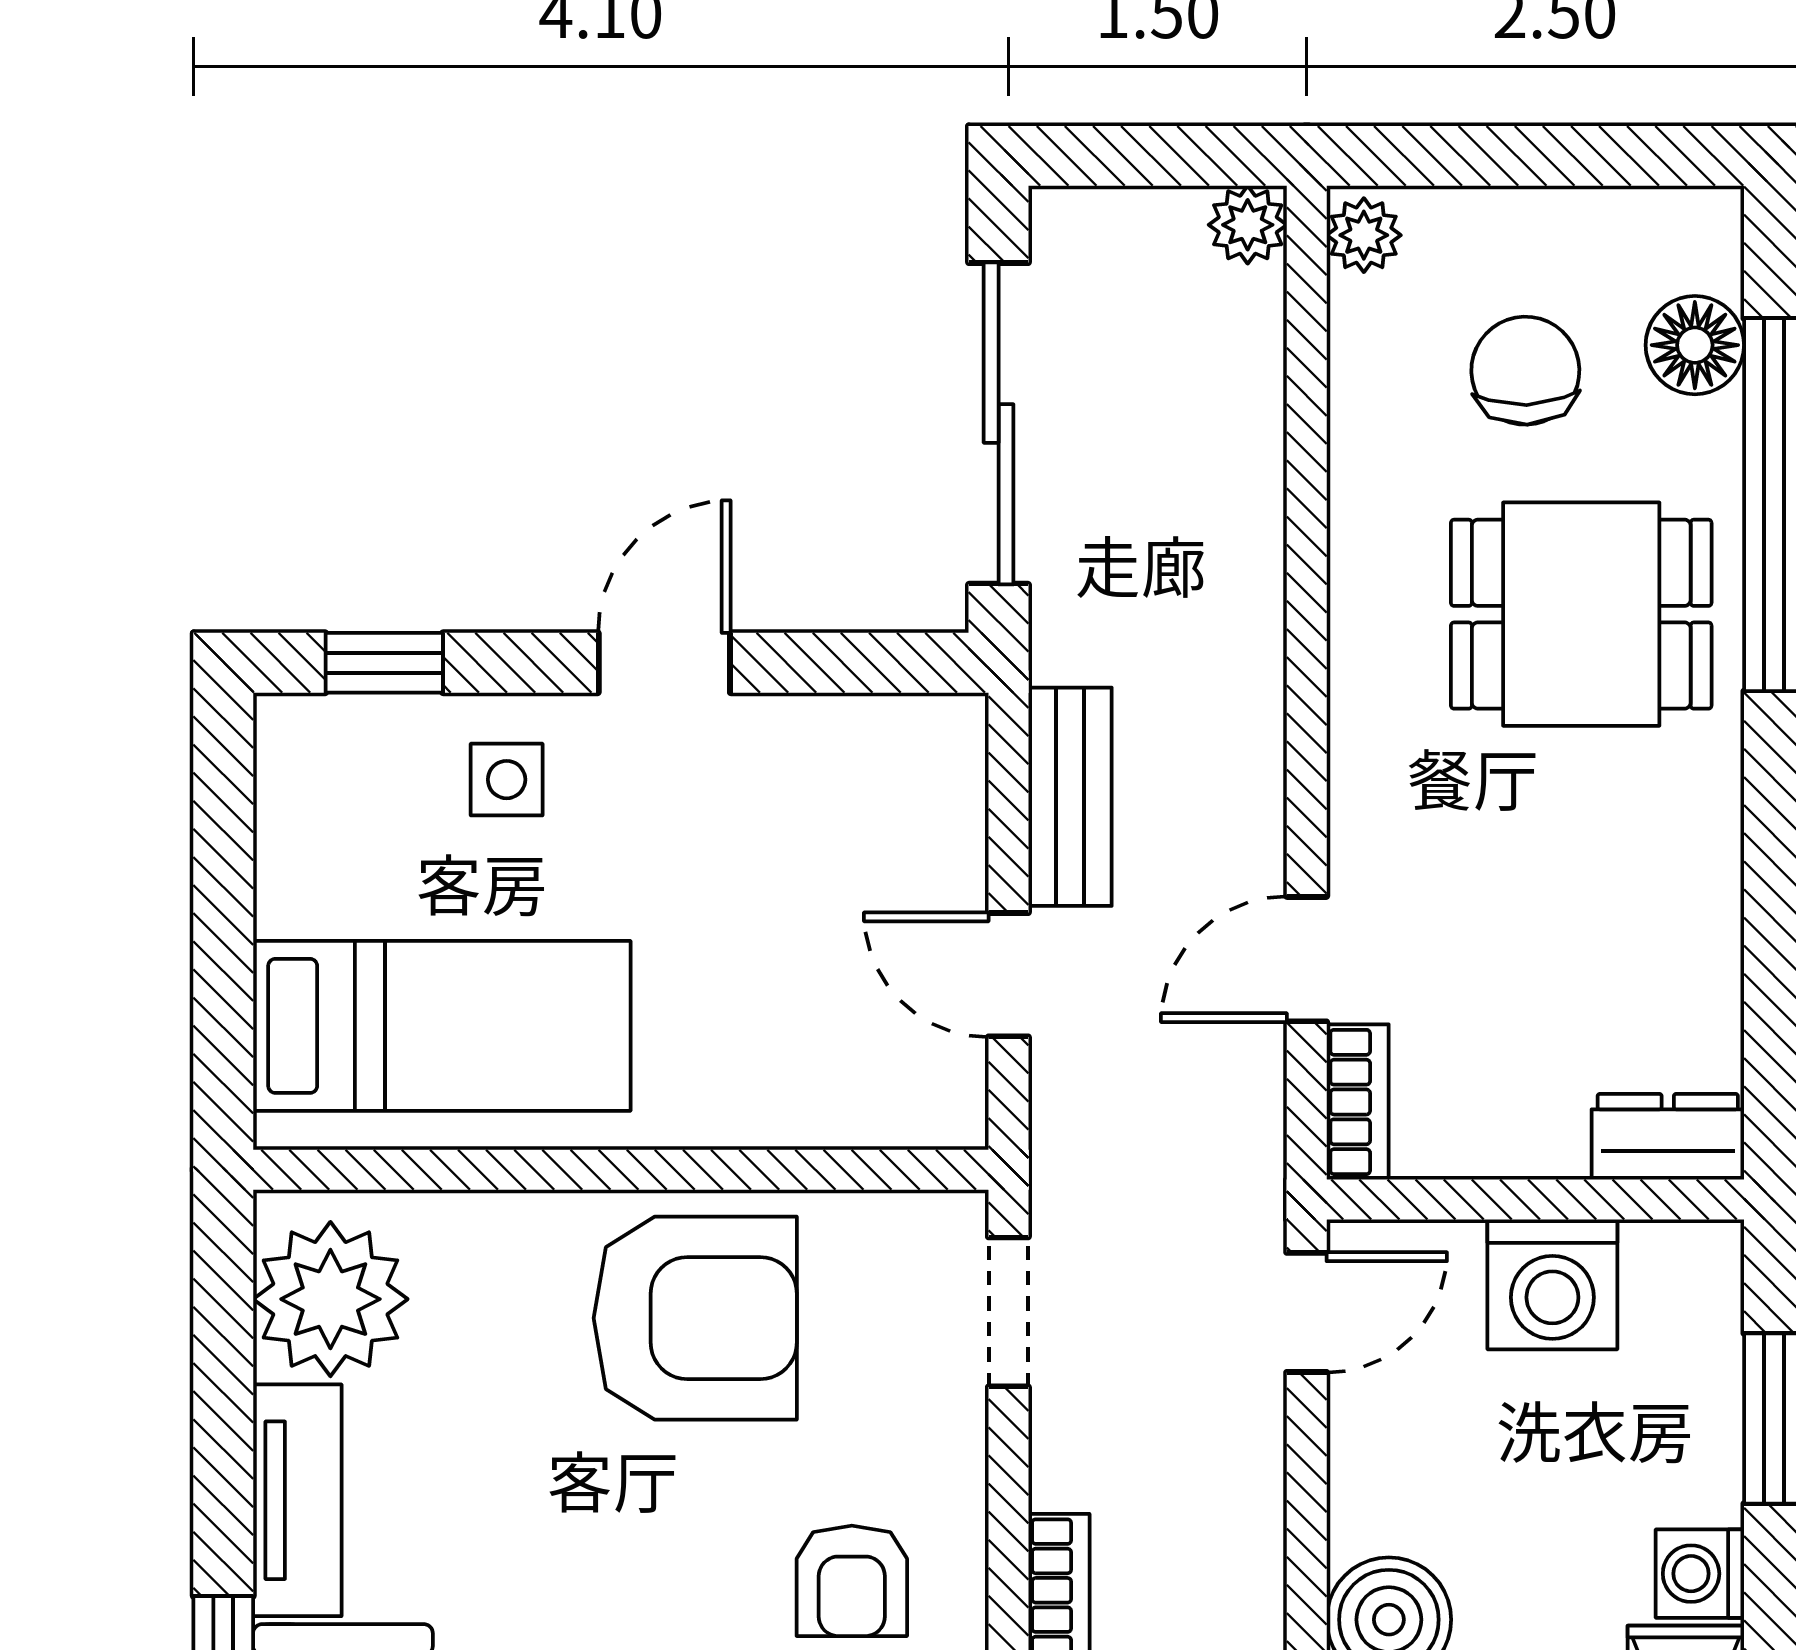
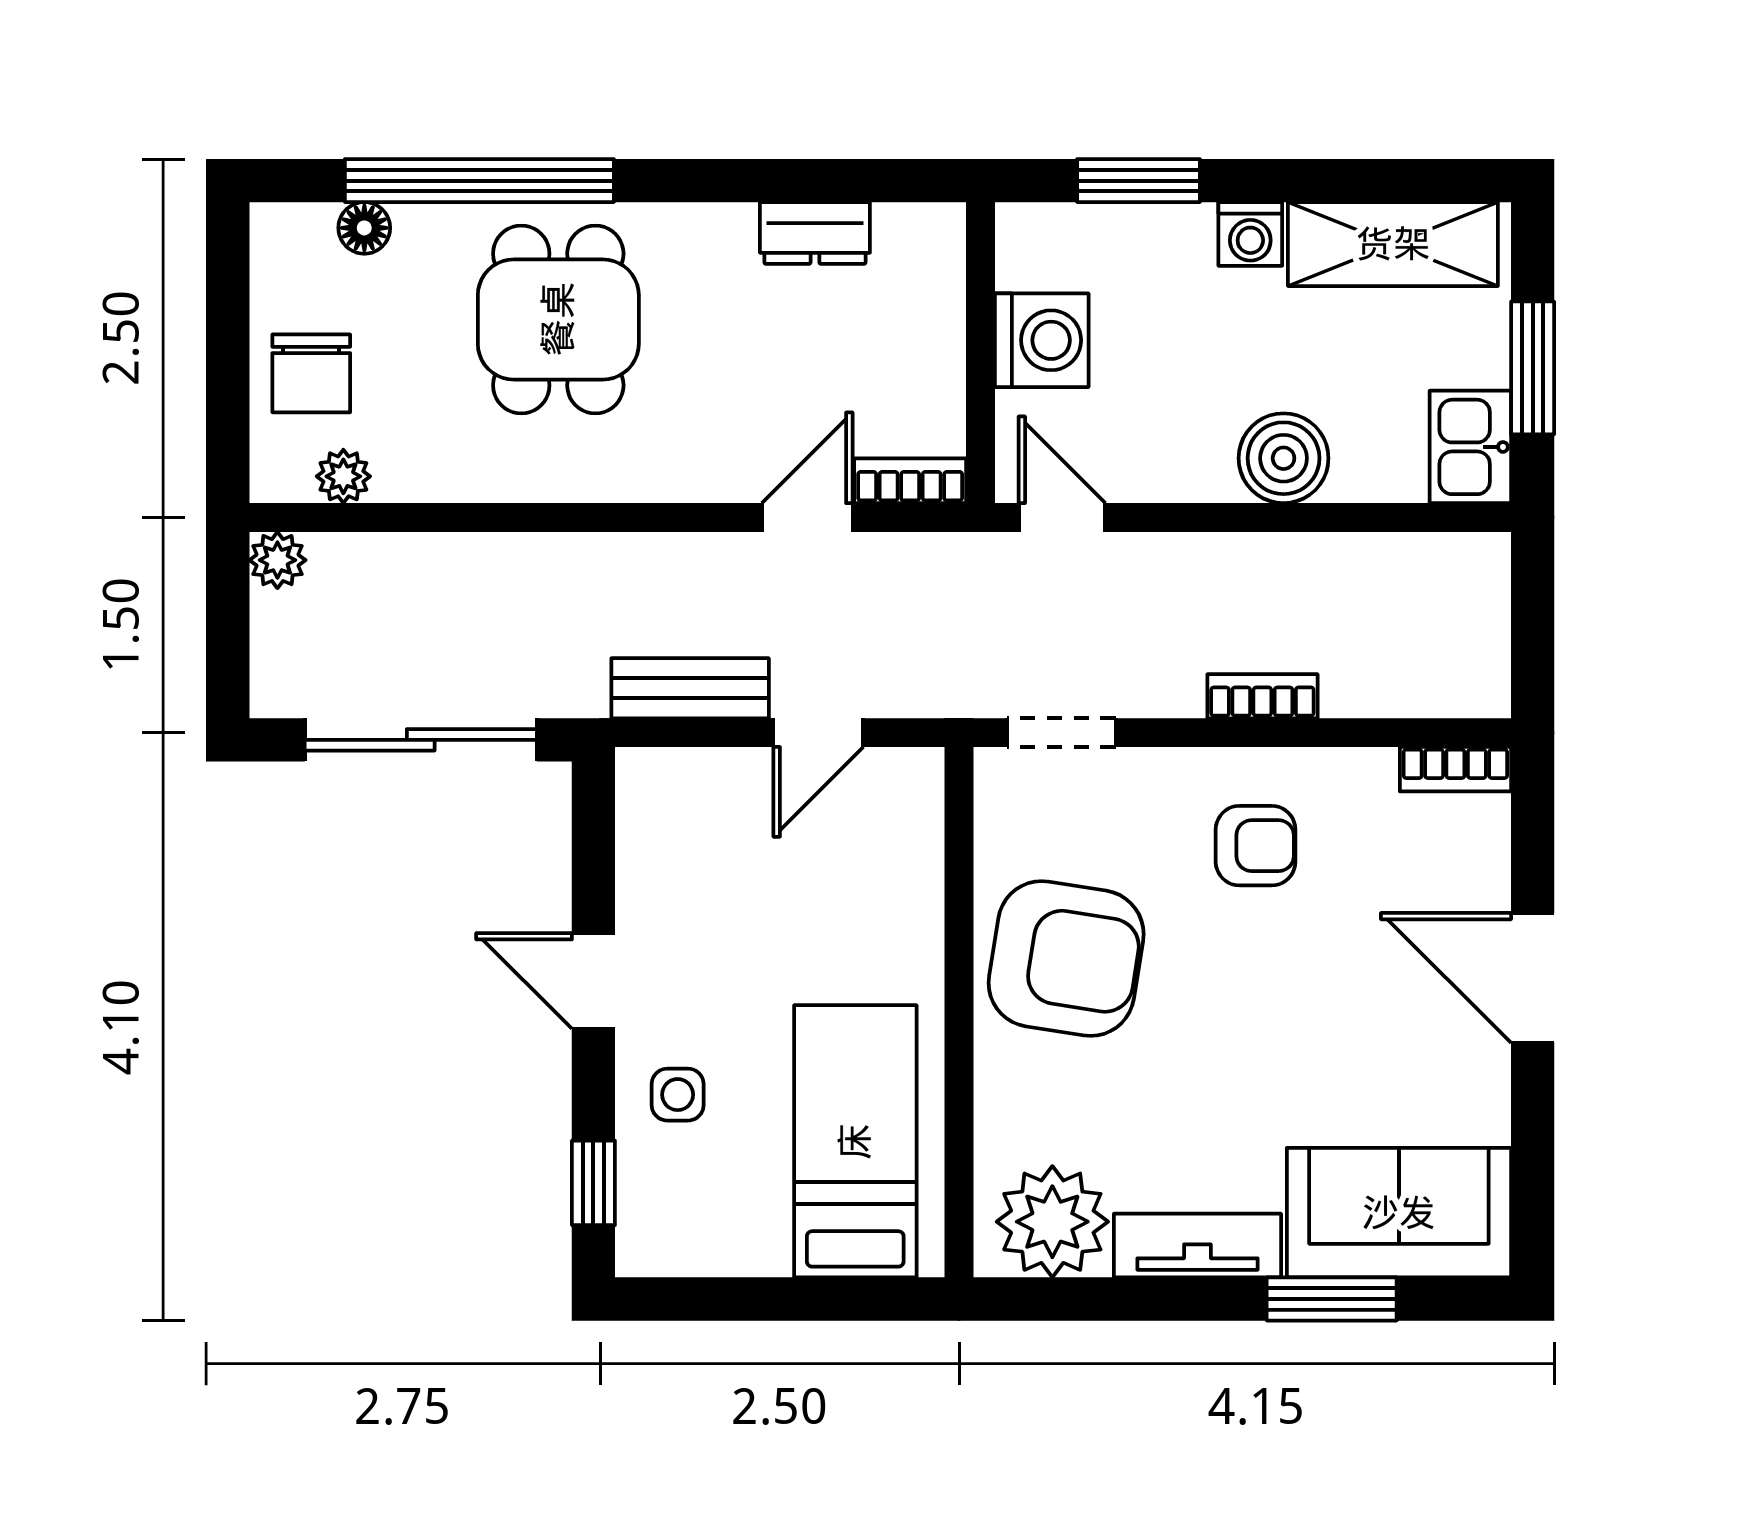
plant: (1364, 235) -> (343, 476), moved
floor lamp: (1695, 345) -> (364, 228), width x0.73, depth x0.73
chair: (1525, 371) -> (311, 373), moved, turned -88
door: (1307, 959) -> (807, 518), swing flipped
dresser: (1668, 1137) -> (815, 233), moved, turned -90
armchair: (695, 1318) -> (1066, 959), turned 99

